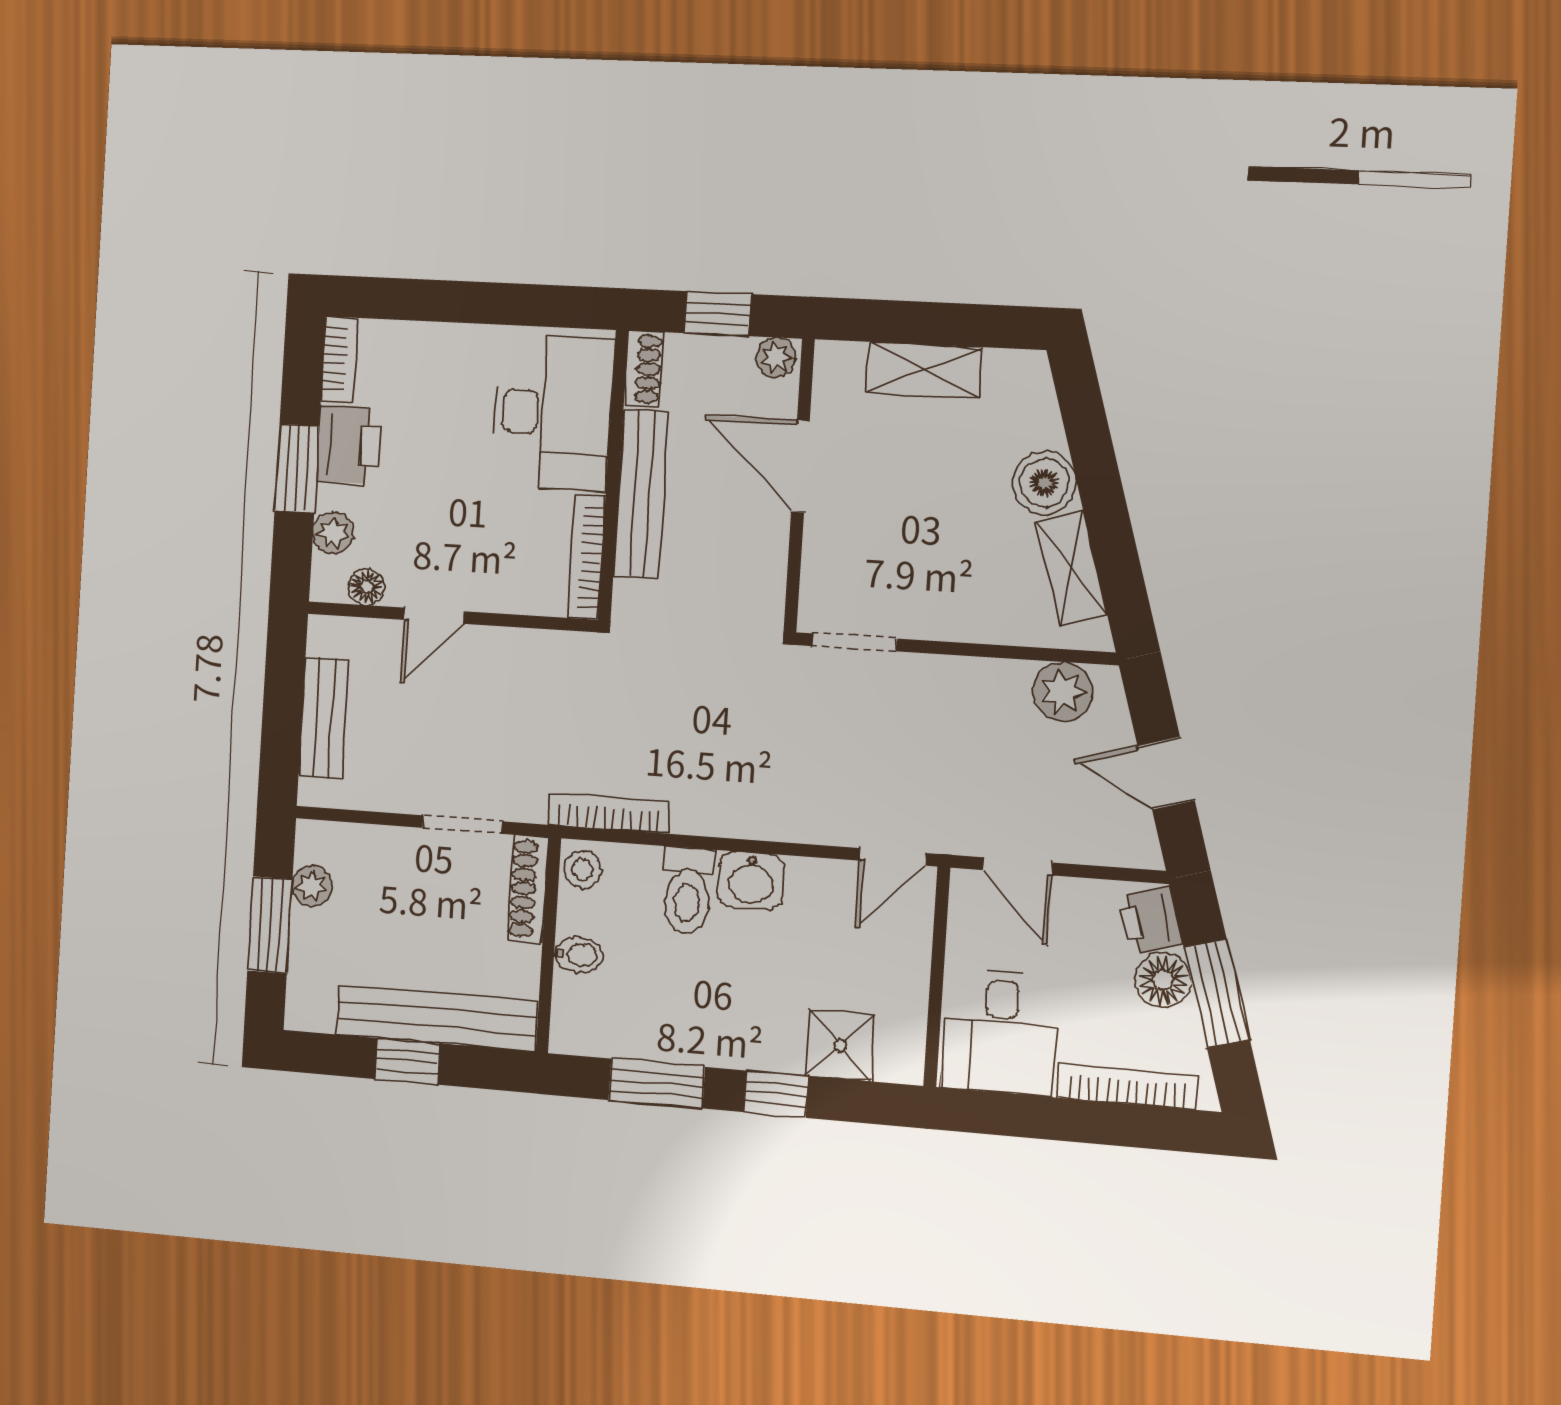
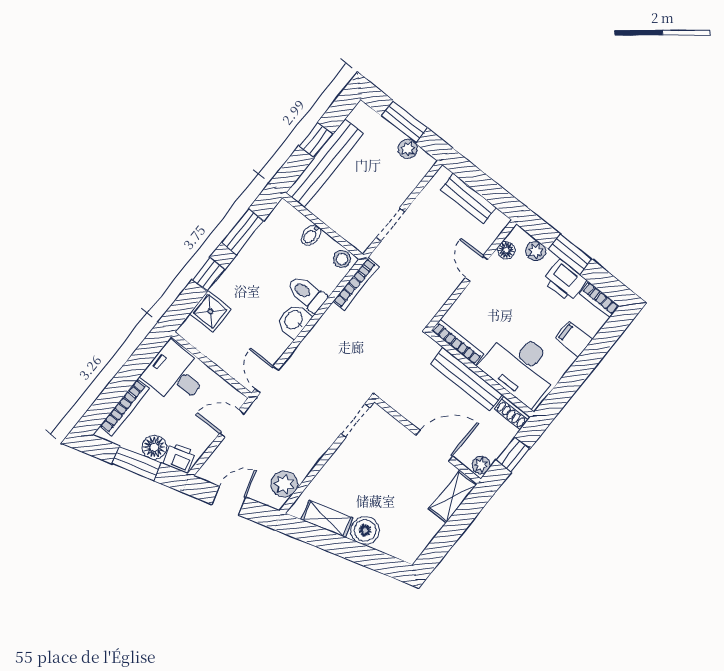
filing cabinet: (437, 355) -> (574, 339), added
shelving: (924, 370) -> (453, 496), moved
shoe rack: (528, 889) -> (349, 233), removed

